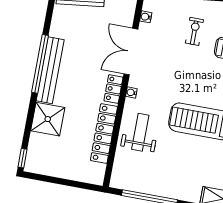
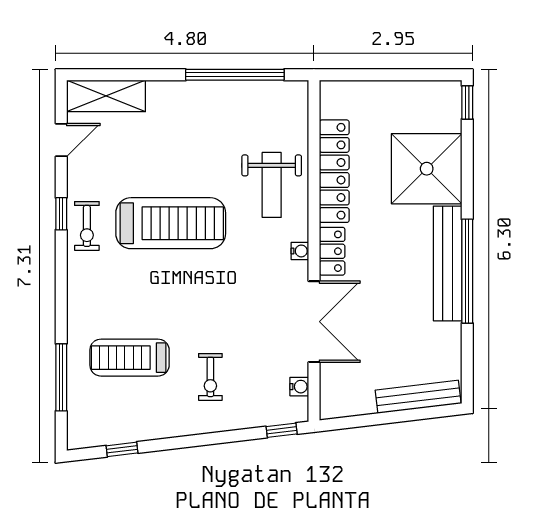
shower: (48, 119) -> (427, 169), width x1.37, depth x1.37

